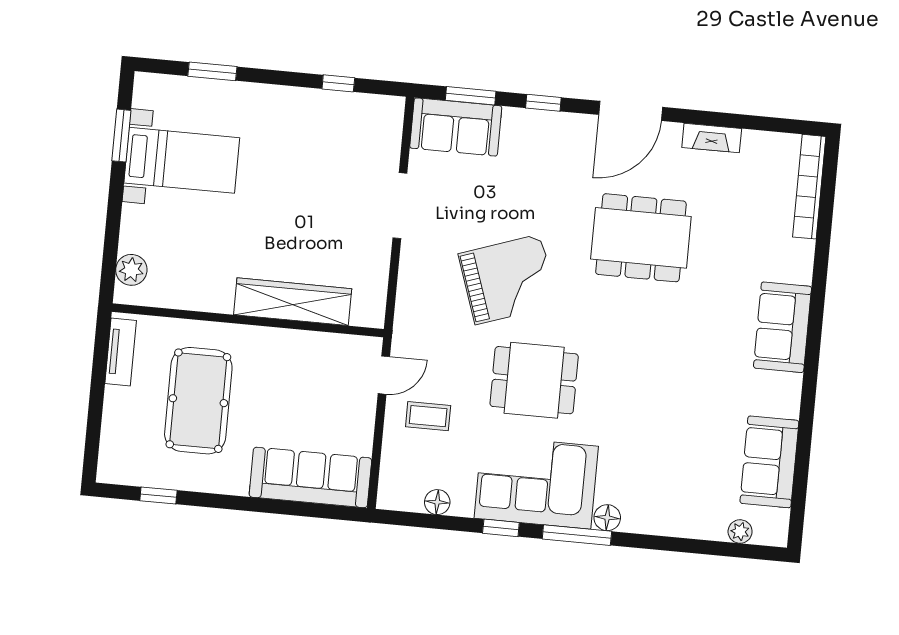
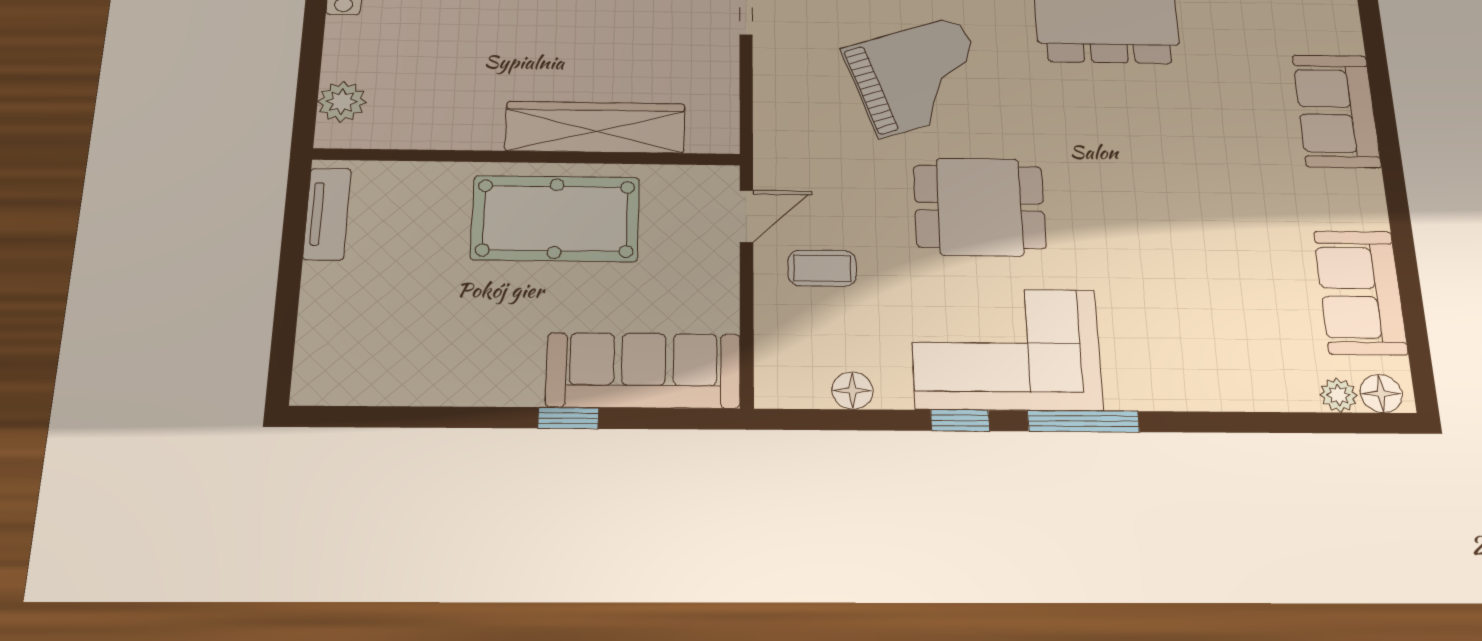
pool table: (198, 401) -> (555, 218), moved, turned 90
window: (158, 495) -> (568, 418), moved
floor lamp: (607, 518) -> (1381, 394), moved

